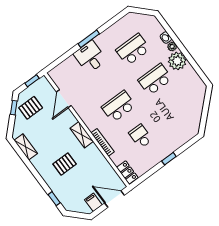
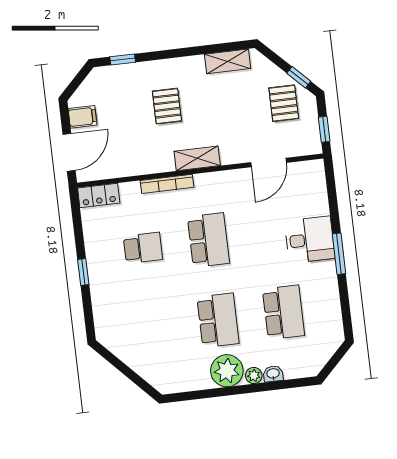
door: (64, 99) -> (269, 162), swing flipped

